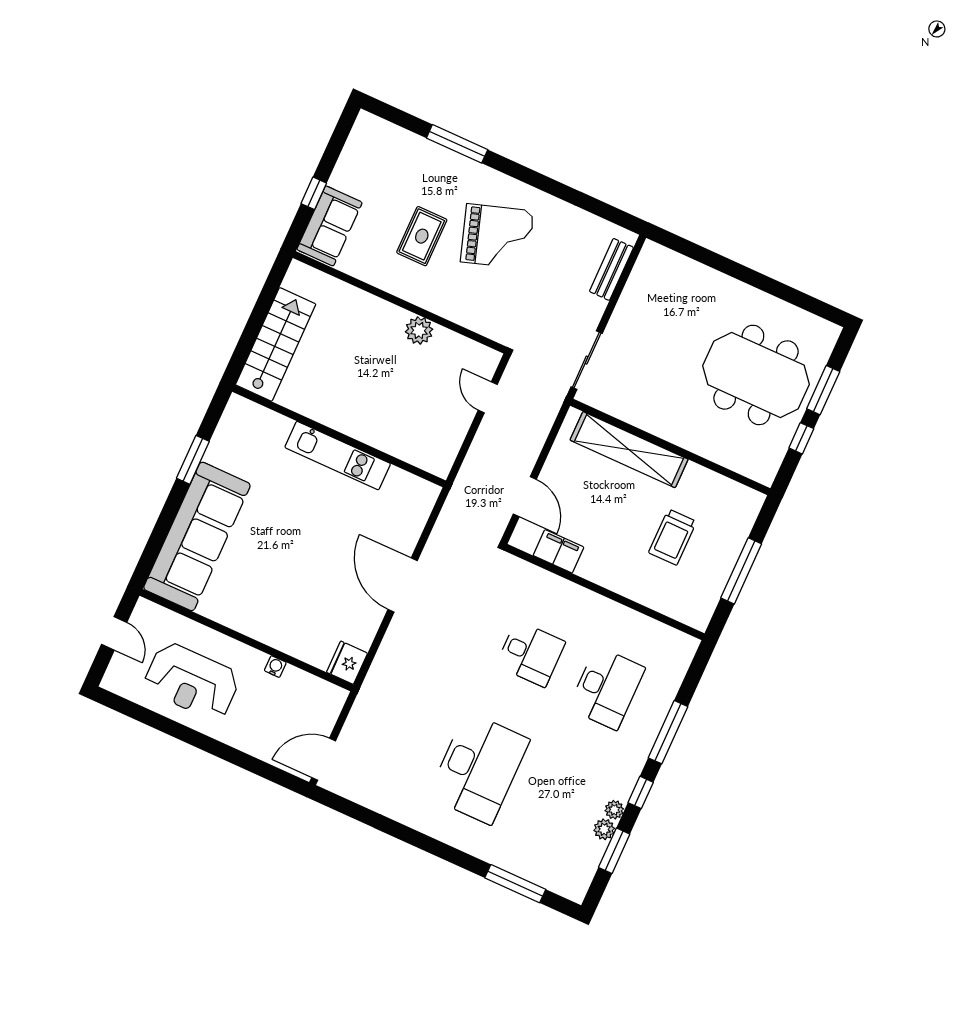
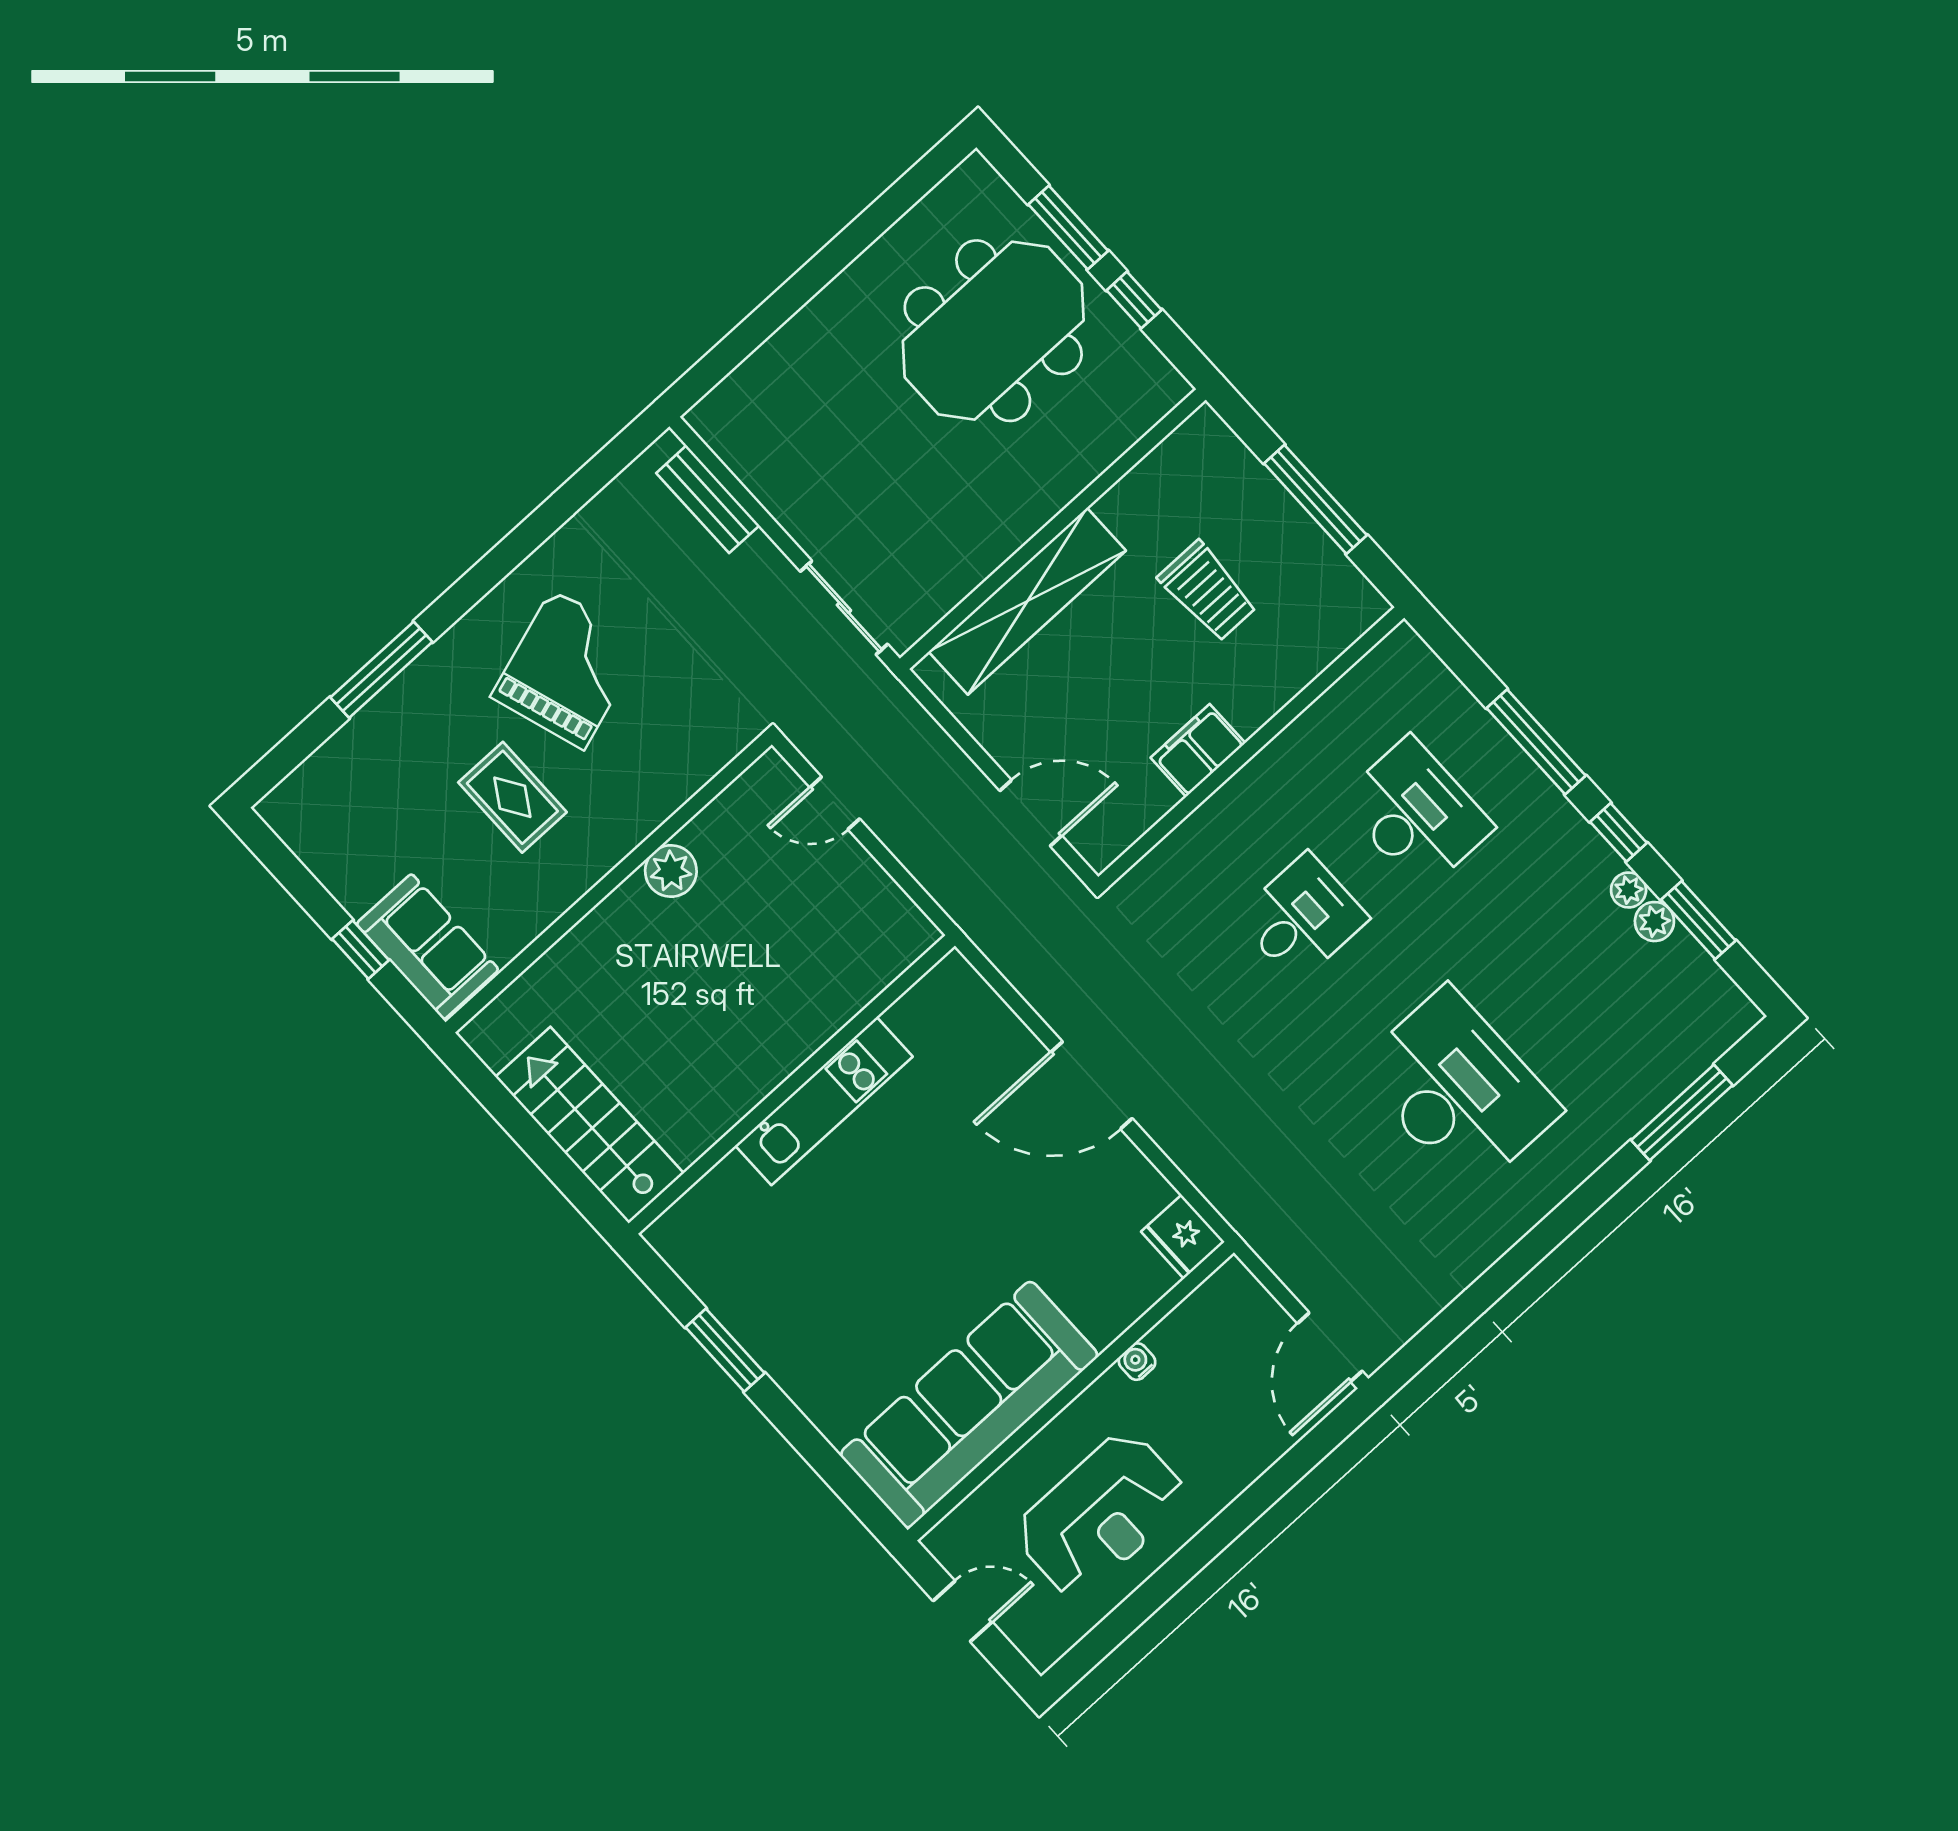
sofa: (197, 536) -> (969, 1405), moved, turned -90
filing cabinet: (559, 551) -> (1198, 750), moved

